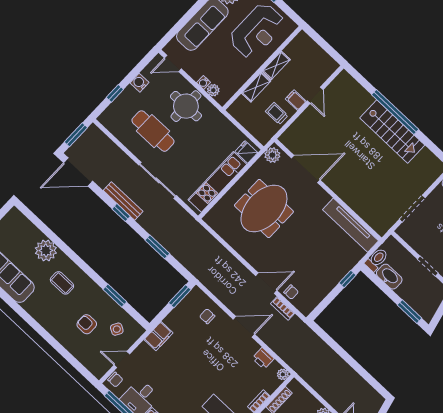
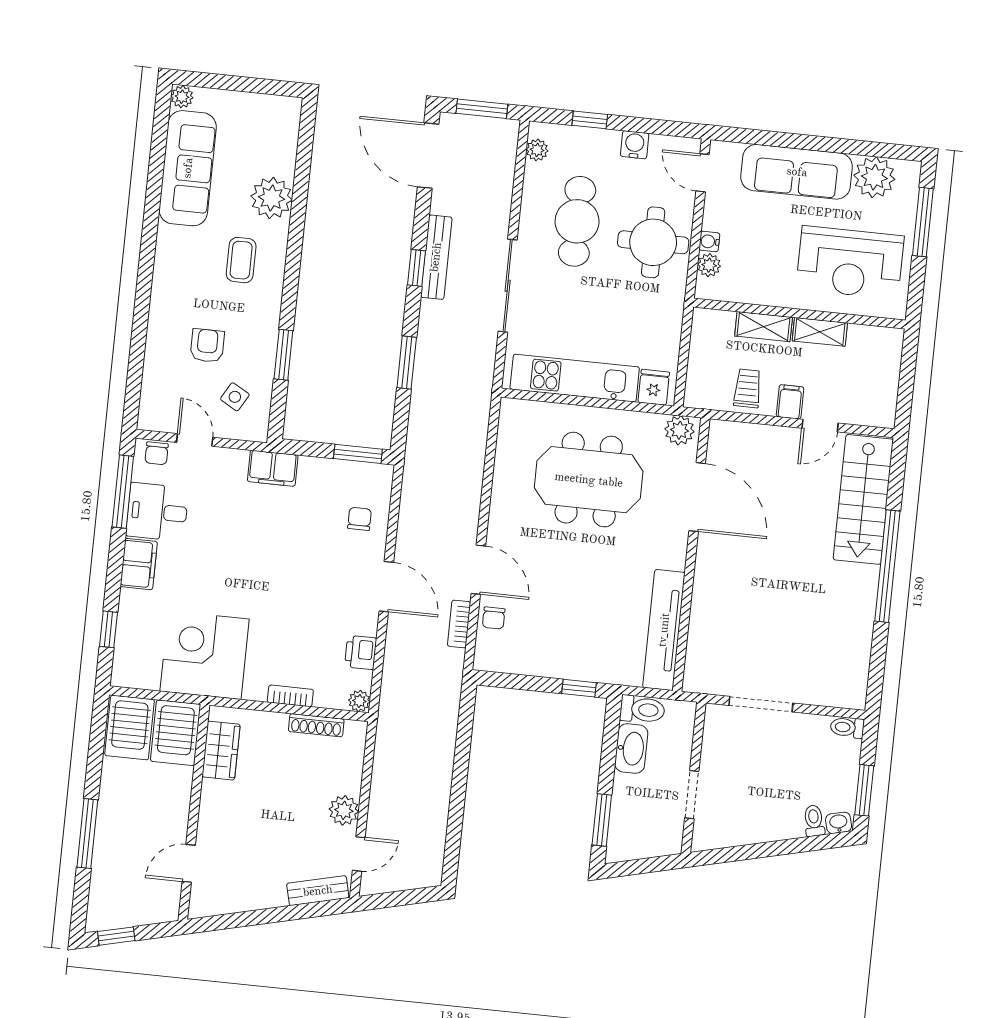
plant: (111, 125) -> (537, 150), added
stairs: (392, 131) -> (863, 499), moved

